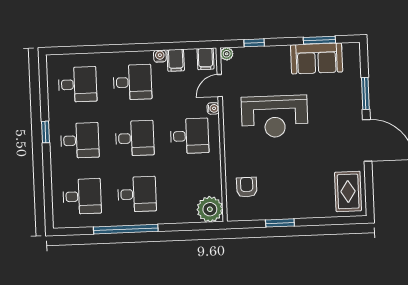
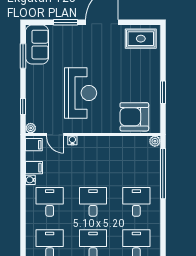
sofa: (317, 58) -> (37, 45), moved
desk: (190, 136) -> (93, 159), removed
armchair: (247, 187) -> (134, 117), width x1.88, depth x1.88
plant: (210, 209) -> (155, 141), width x0.53, depth x0.53
window: (126, 229) -> (163, 174), moved

